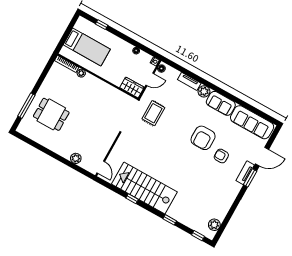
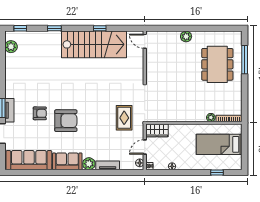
dining table: (51, 114) -> (217, 64), width x1.37
armchair: (203, 138) -> (66, 121), turned 90
plant: (76, 158) -> (186, 36), moved

